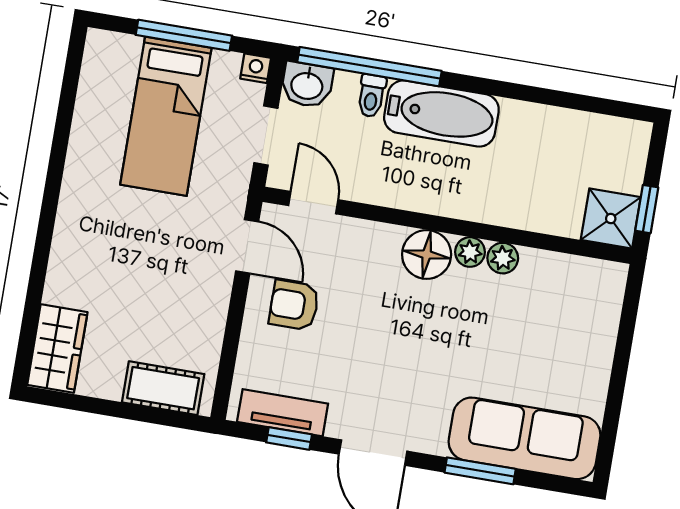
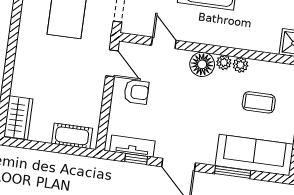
door: (313, 203) -> (164, 43), moved
armchair: (294, 305) -> (136, 92), turned 180
coffee table: (537, 334) -> (259, 102), added

